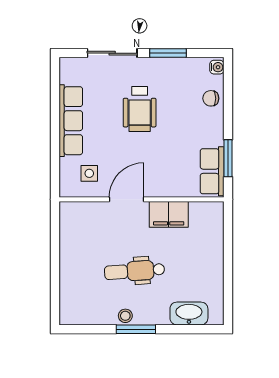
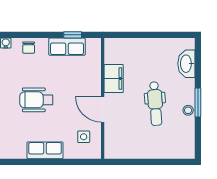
wheelchair: (140, 109) -> (36, 100), turned 180
row of seats: (71, 121) -> (45, 150), width x0.68
window: (228, 158) -> (73, 35), width x0.67
row of seats: (212, 171) -> (67, 47), moved

